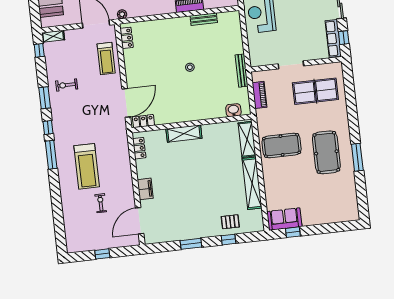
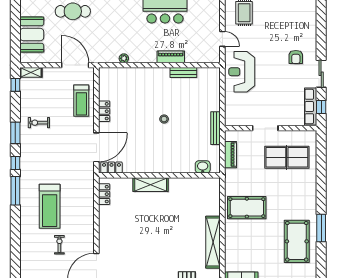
plant: (122, 14) -> (124, 58), moved
locker: (127, 38) -> (104, 111), moved
shelving: (247, 139) -> (213, 198), removed
pool table: (326, 152) -> (297, 241), moved
filing cabinet: (145, 189) -> (105, 236), removed

